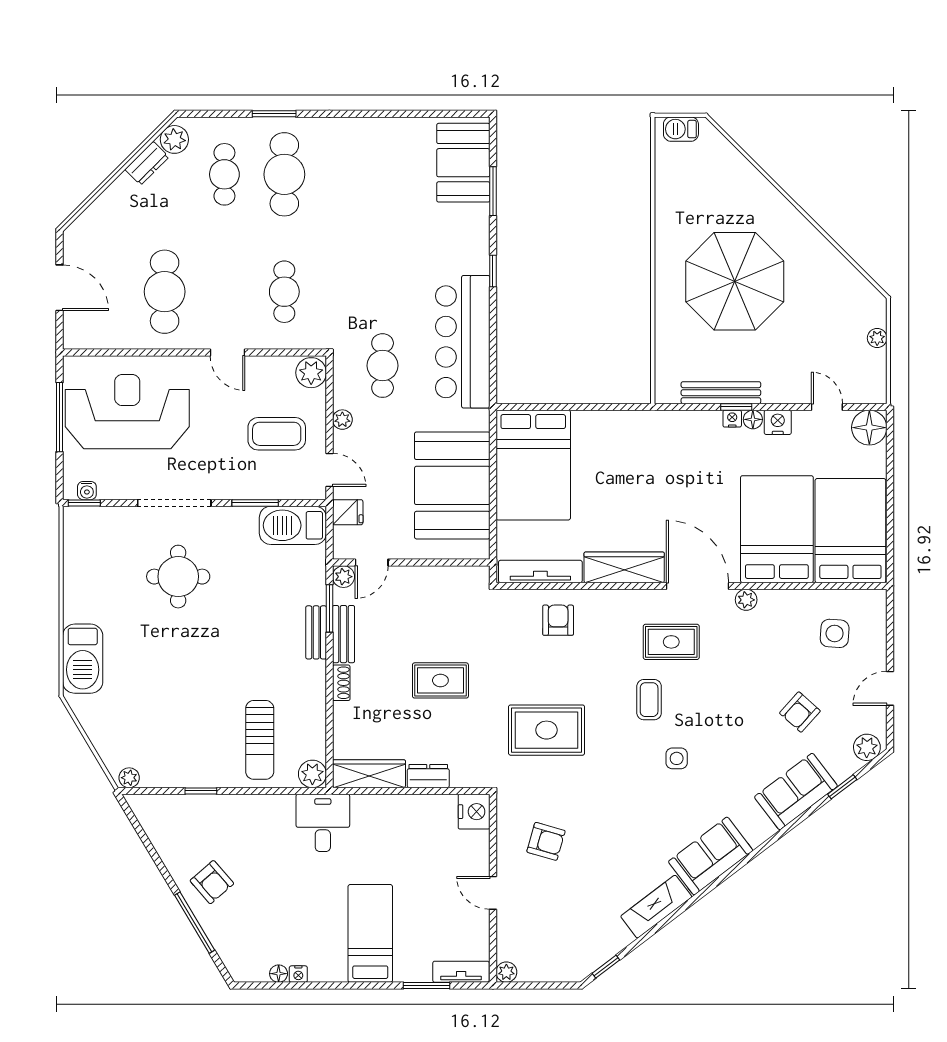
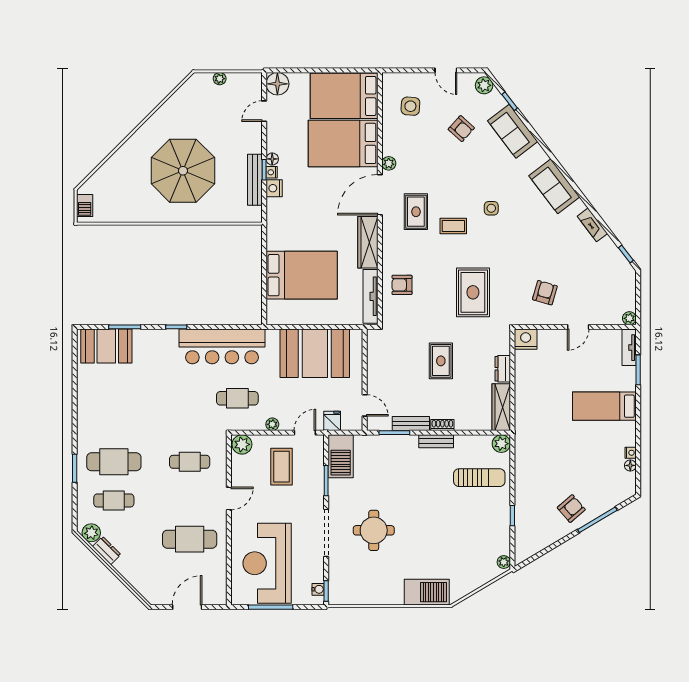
nightstand: (778, 422) -> (274, 188), moved
bed: (533, 465) -> (302, 275), moved
plant: (343, 577) -> (374, 424), removed
bench: (316, 632) -> (436, 441), moved
desk: (323, 823) -> (533, 437), removed
fireplace: (656, 907) -> (592, 225), width x0.73, depth x0.76

